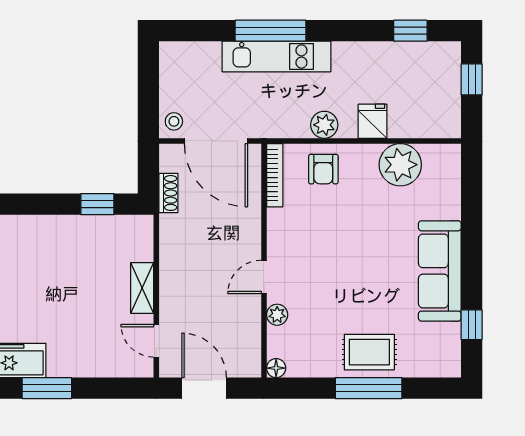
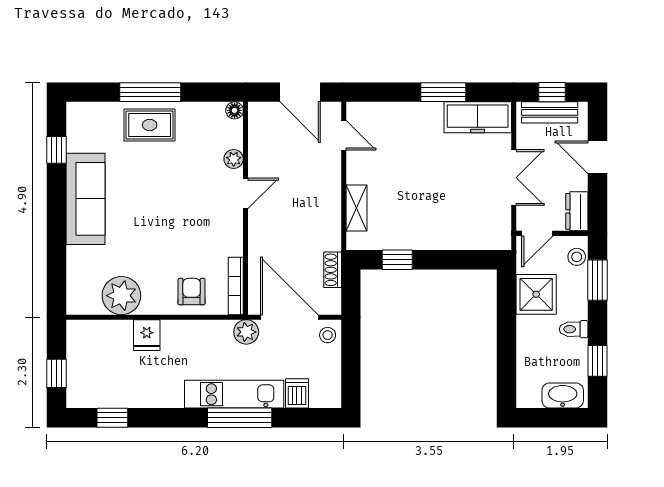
dishwasher: (208, 57) -> (297, 393), added
plant: (324, 125) -> (246, 332), moved
shelving: (142, 288) -> (357, 208), moved

